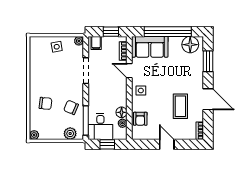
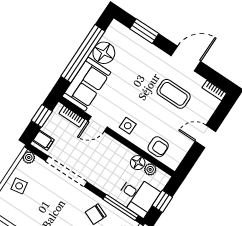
floor lamp: (190, 45) -> (104, 53), moved
doorway: (86, 71) -> (66, 171), width x1.36

